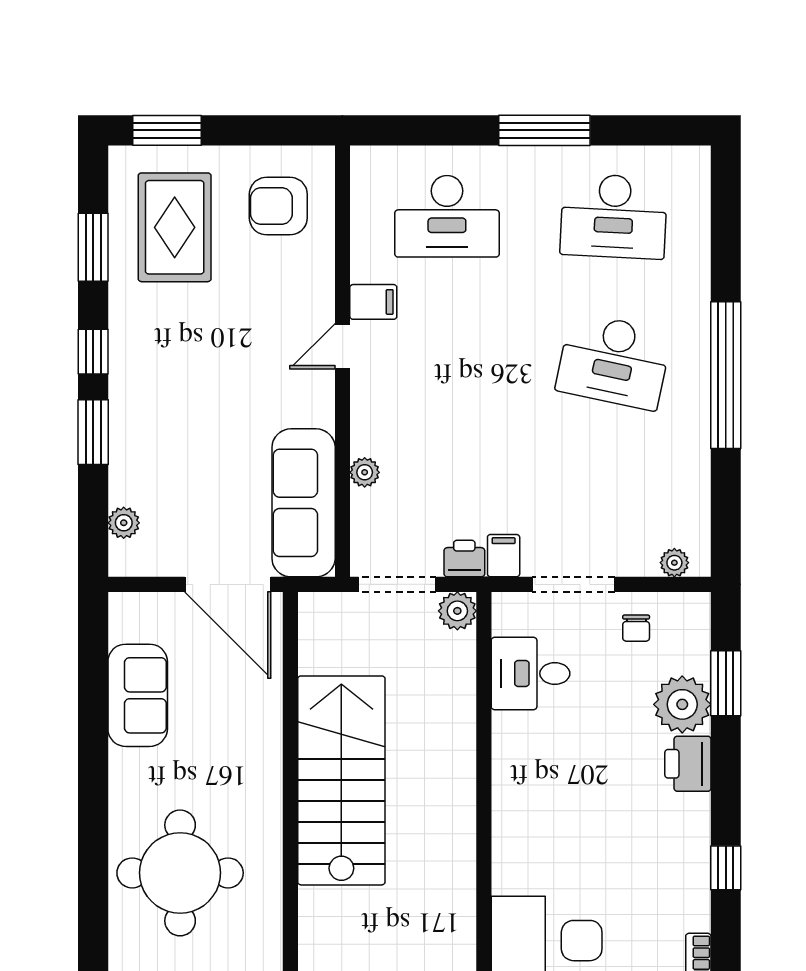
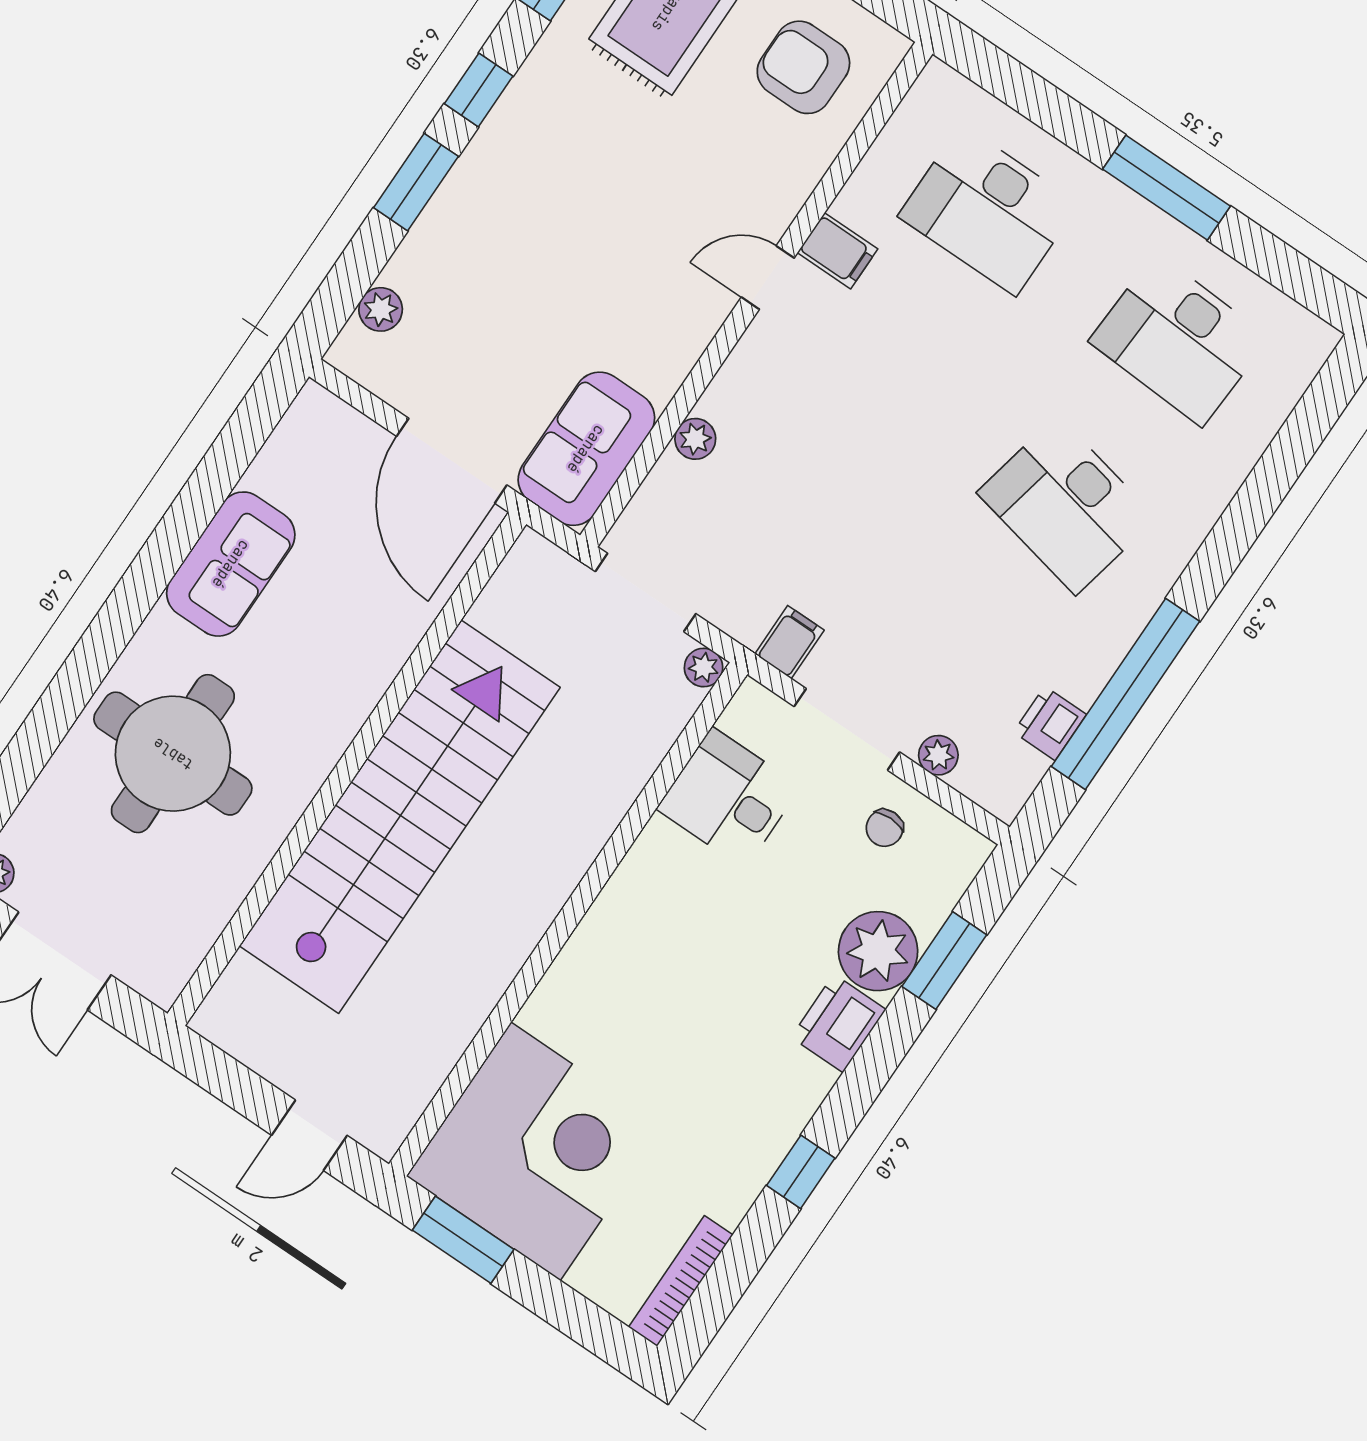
window: (726, 375) -> (1125, 694), moved
sofa: (304, 503) -> (586, 449), width x0.73
printer: (464, 559) -> (1050, 723), moved, turned -90
plant: (674, 563) -> (938, 755), moved
plant: (457, 611) -> (704, 667), width x0.73, depth x0.73
sofa: (138, 695) -> (231, 564), moved
stairs: (341, 780) -> (400, 817), width x1.36

